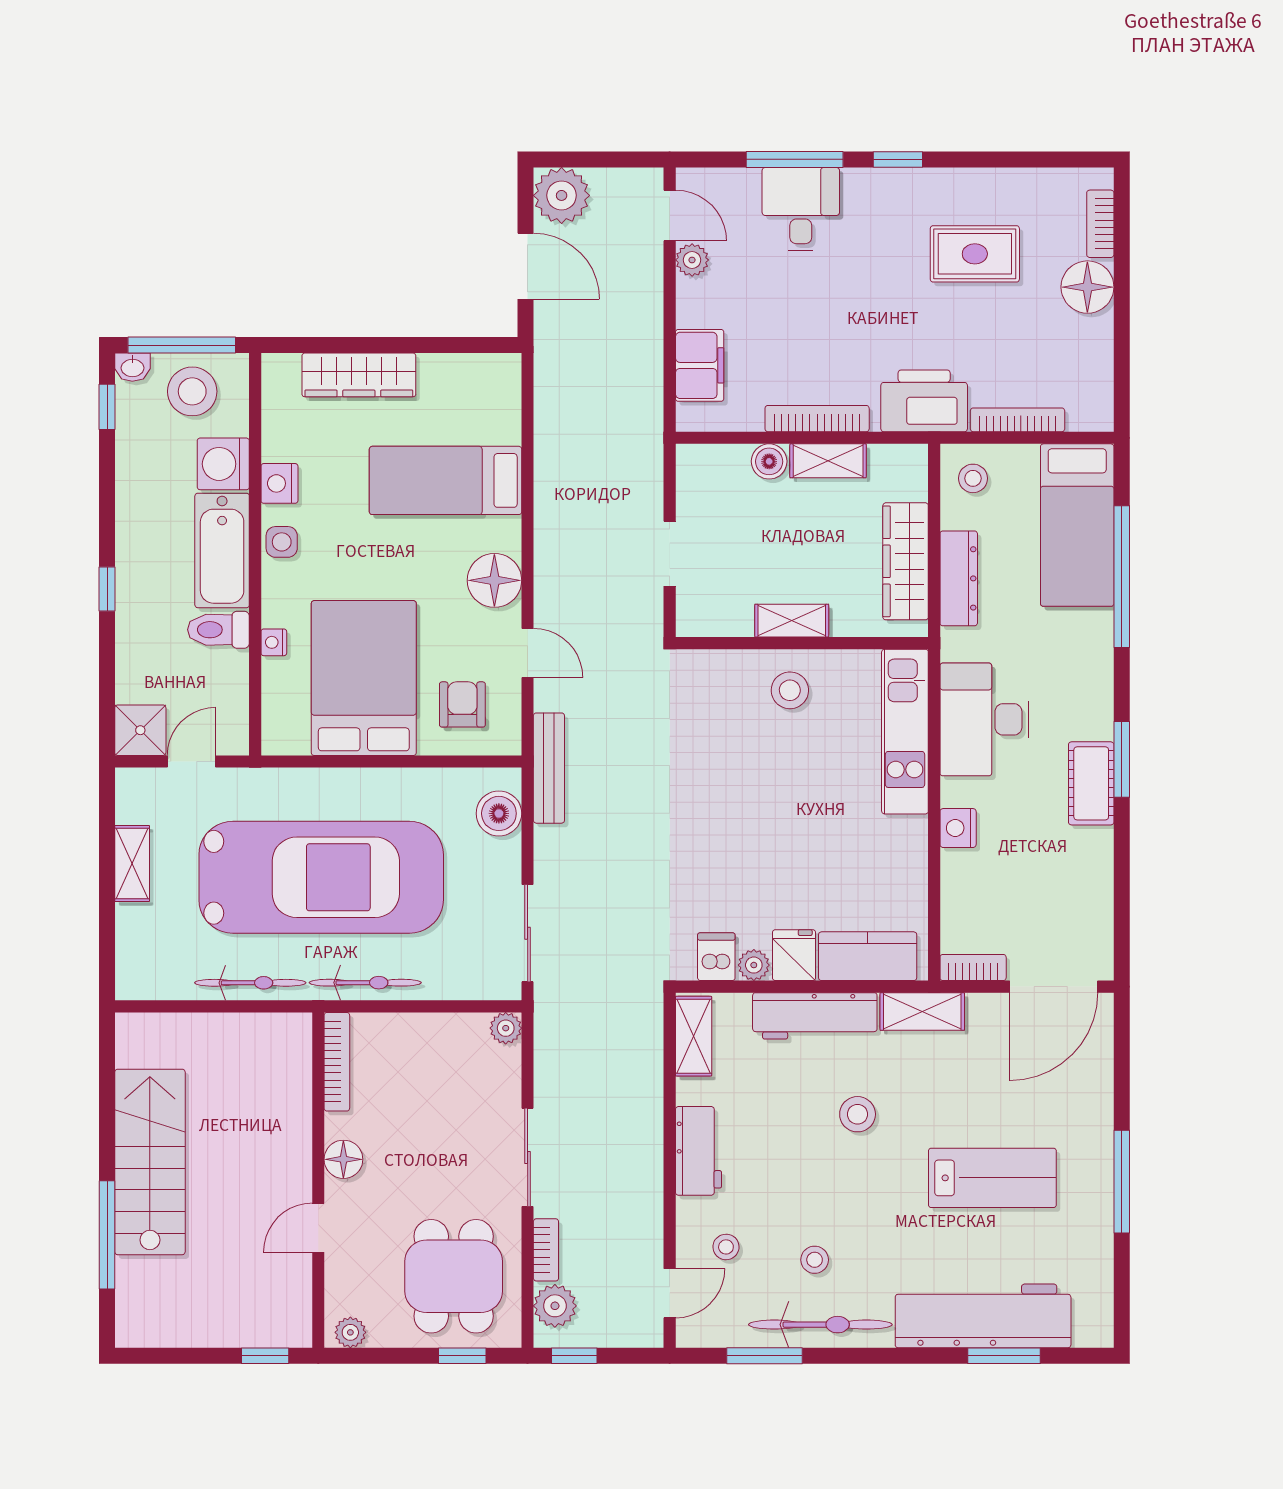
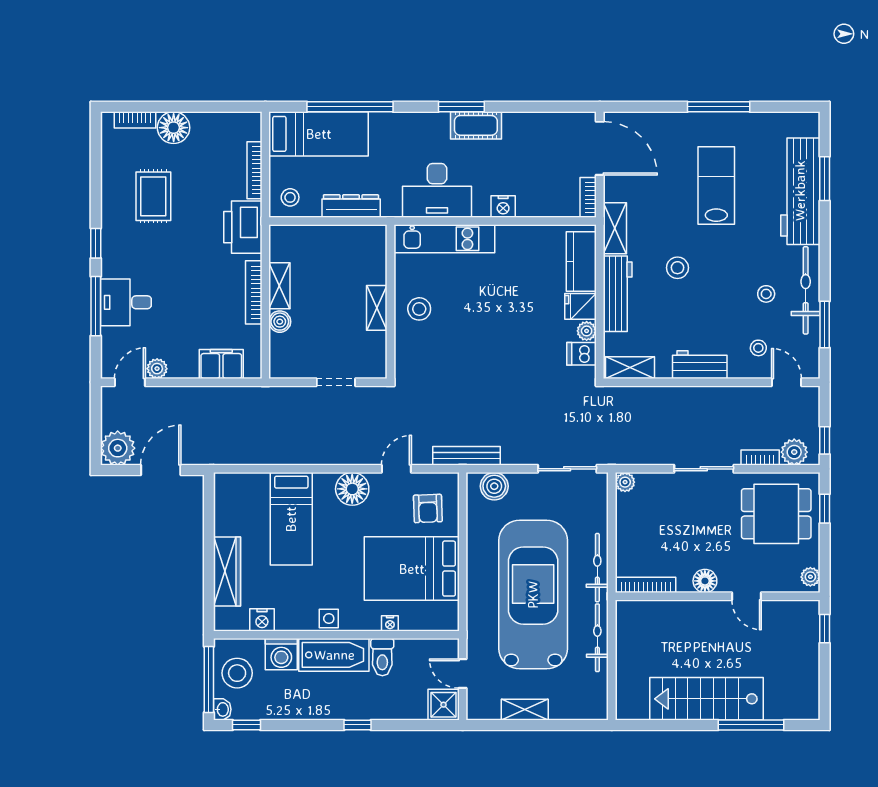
nightstand: (279, 483) -> (262, 620), moved
wardrobe: (906, 561) -> (341, 238), removed
armchair: (462, 704) -> (428, 508), turned -92

